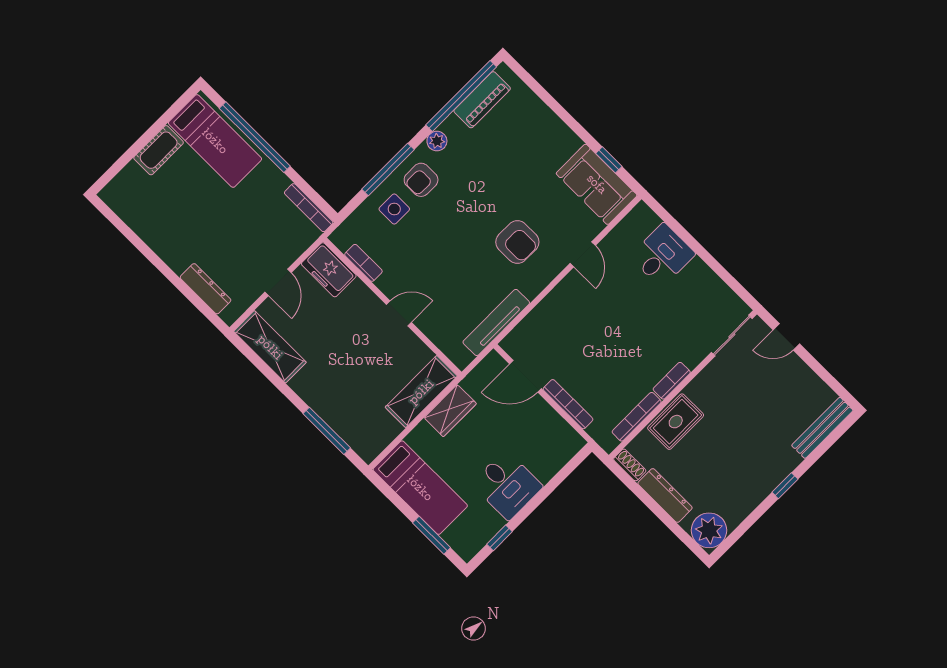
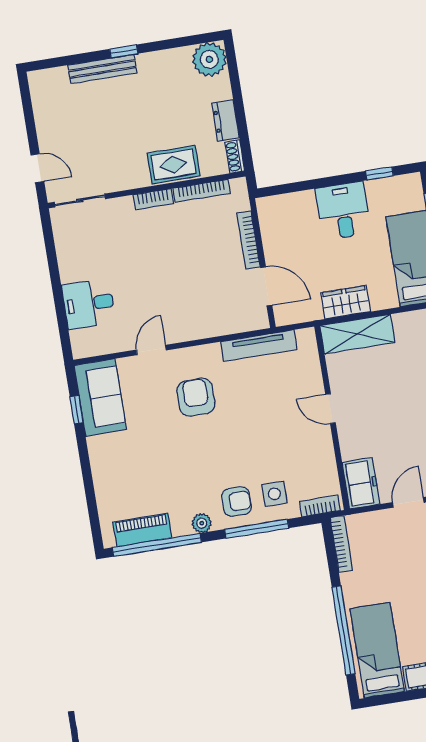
bookcase: (363, 263) -> (320, 506), moved, turned 90
bench: (822, 428) -> (102, 69), moved
dresser: (665, 496) -> (226, 121), width x0.70

